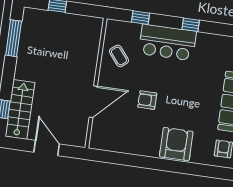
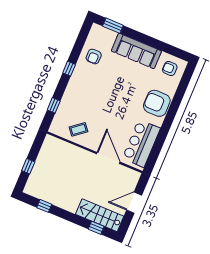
window: (14, 38) -> (44, 206), width x0.46
bar counter: (167, 42) -> (141, 143), moved, turned 180
armchair: (147, 100) -> (94, 56), moved

